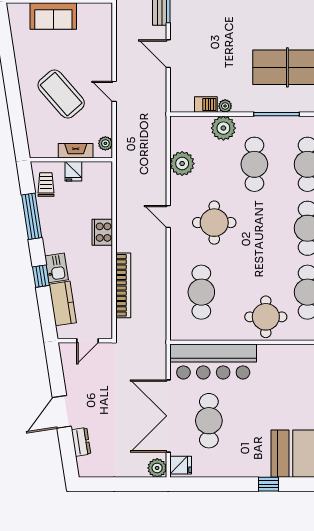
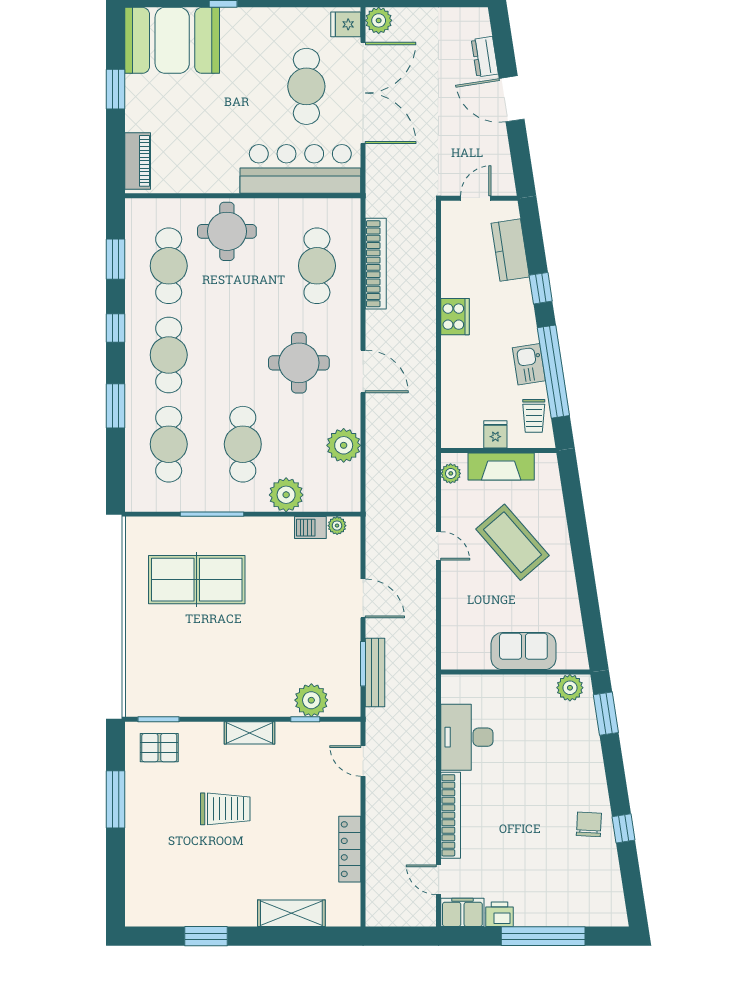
plant: (225, 106) -> (337, 526), moved
fireplace: (76, 151) -> (501, 466), width x1.37, depth x1.32
window: (32, 216) -> (553, 372), width x1.46
door: (168, 216) -> (363, 371), width x1.38
cooker: (102, 232) -> (455, 317), moved
kitchen sink: (57, 268) -> (529, 364), moved
bookcase: (123, 285) -> (376, 264), moved, turned 180
door: (62, 412) -> (512, 99), swing flipped

